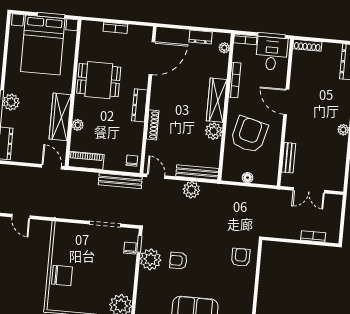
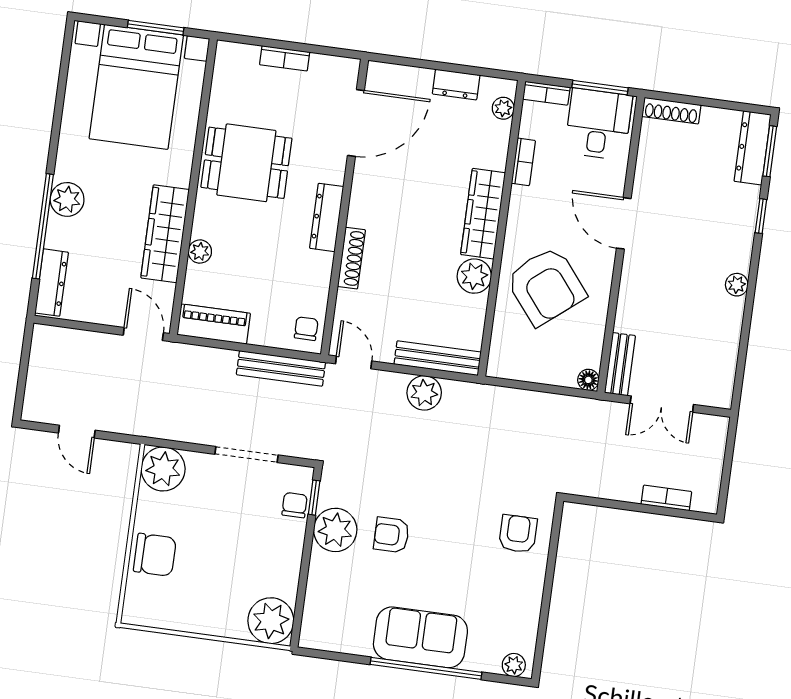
bookcase: (235, 80) -> (523, 162), width x0.64
armchair: (249, 134) -> (546, 286), turned 127
bench: (289, 158) -> (620, 364), moved
floor lamp: (248, 178) -> (588, 380), moved
plant: (64, 233) -> (163, 469), added

